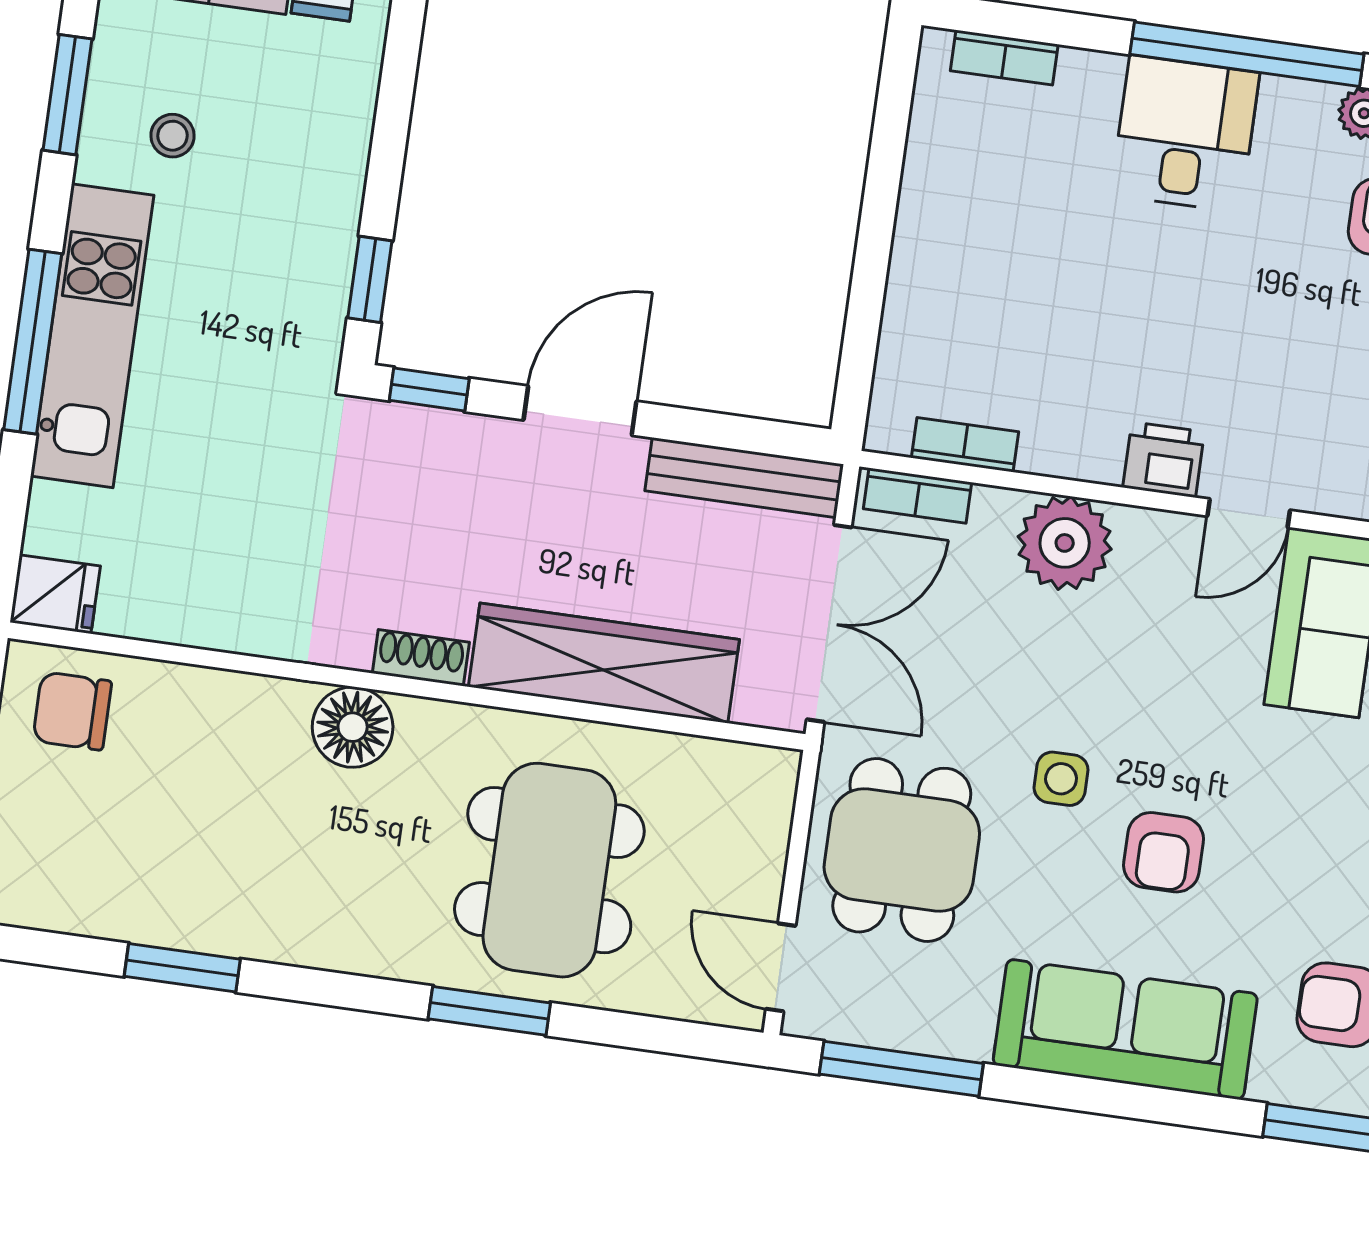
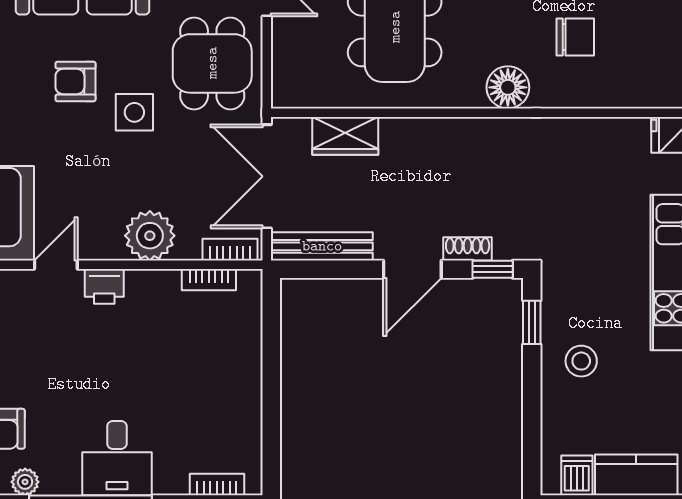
stool: (173, 136) -> (581, 361), moved, width x1.37, depth x1.37
shoe rack: (421, 658) -> (468, 249), moved, turned 180
wardrobe: (604, 663) -> (345, 136), width x0.48, depth x0.85
chair: (72, 711) -> (575, 37), moved
side table: (1061, 779) -> (134, 112), width x1.37, depth x1.37
armchair: (1164, 852) -> (75, 82), turned -90

